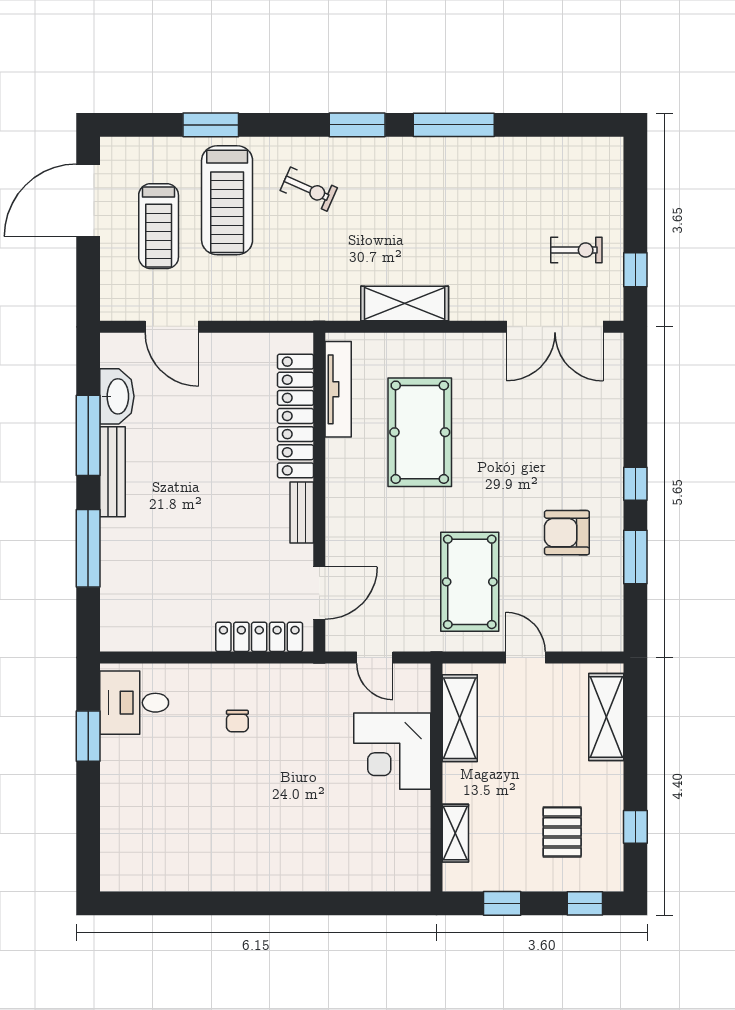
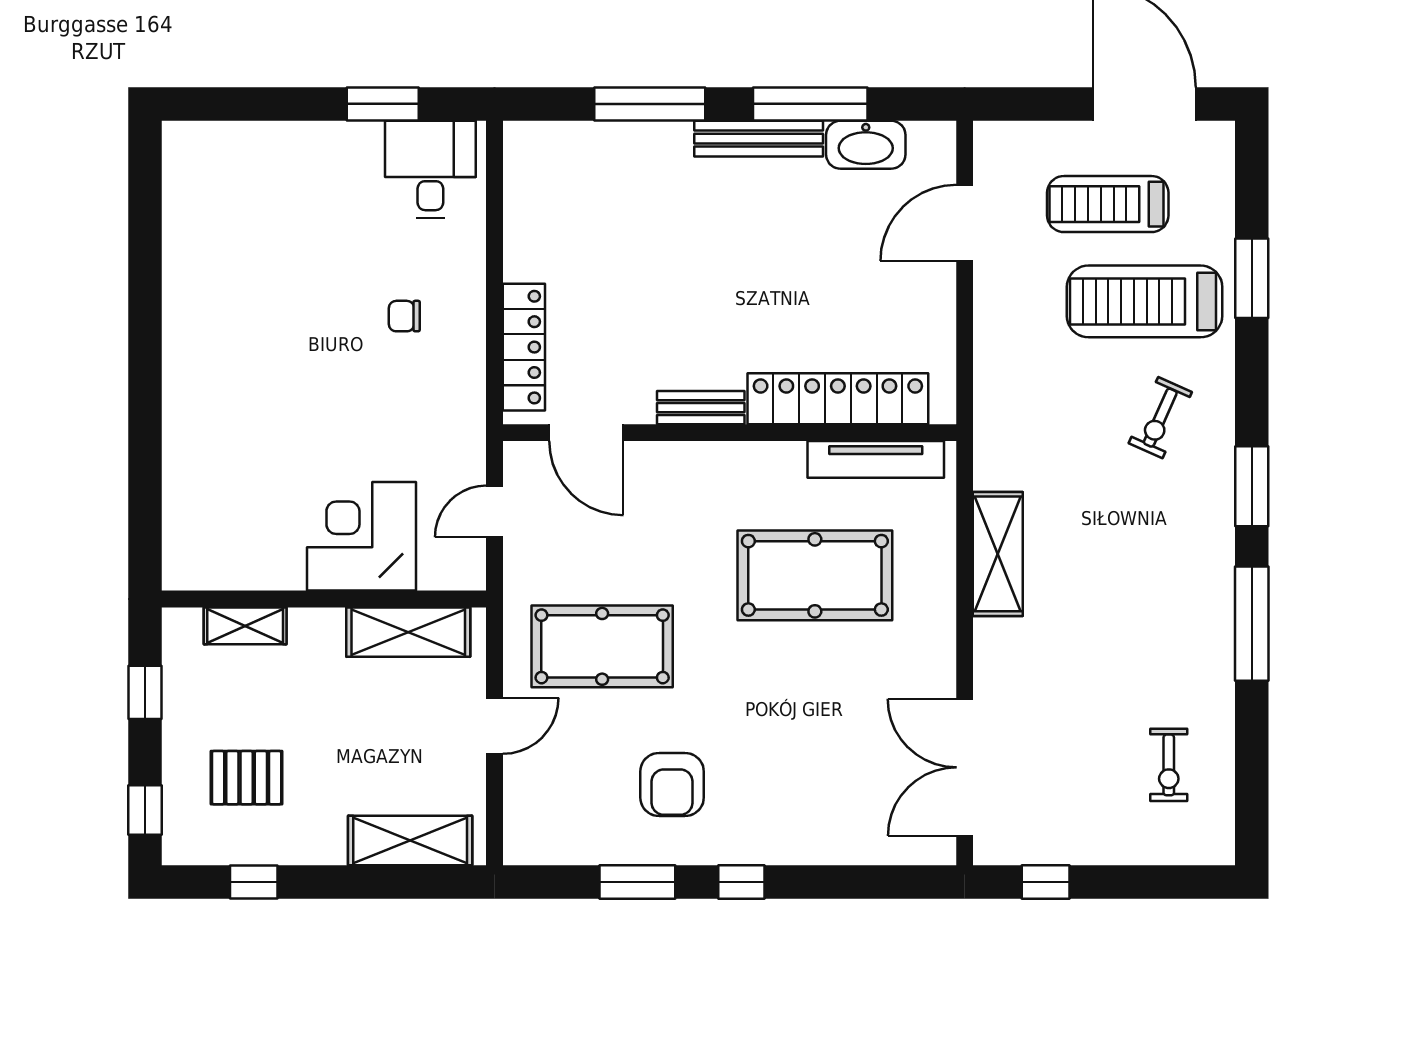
exercise bike: (576, 250) -> (1169, 765), moved
armchair: (567, 533) -> (672, 784), turned 180

